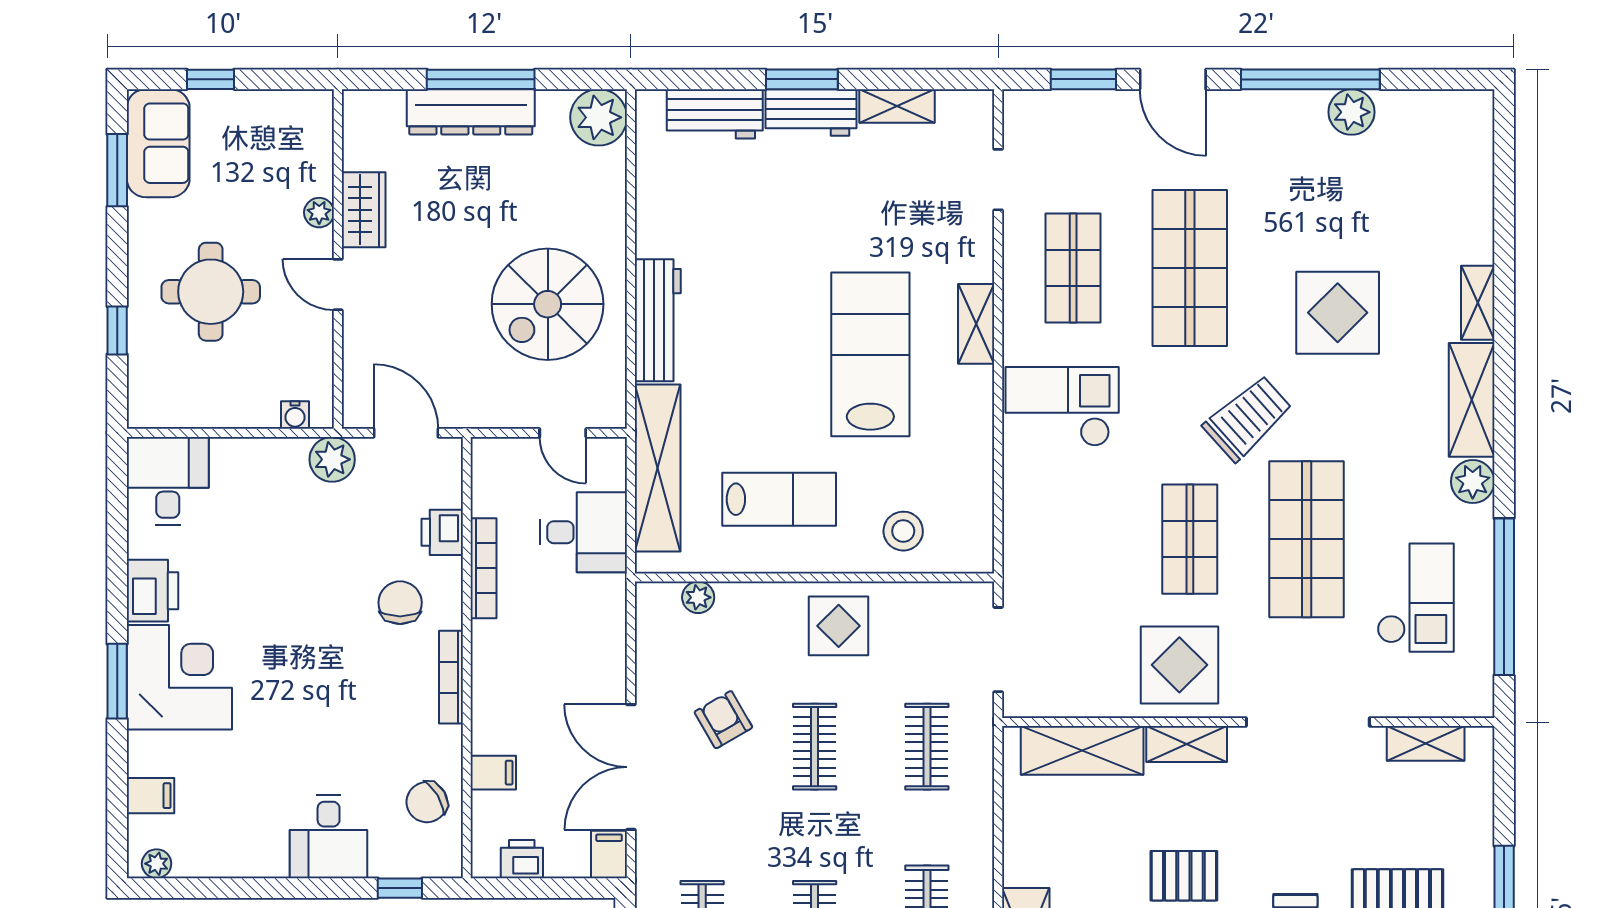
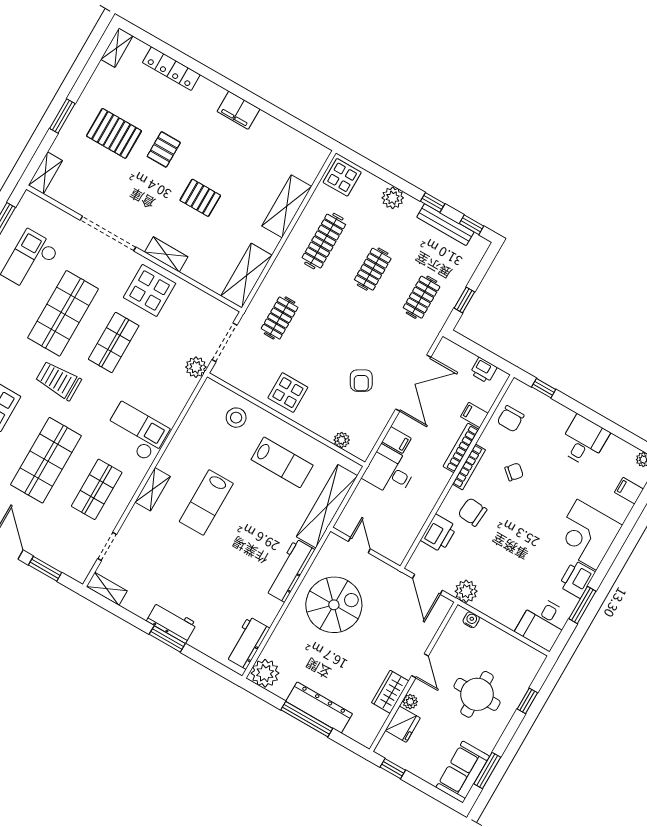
window: (211, 79) -> (393, 769), moved
shelving: (897, 106) -> (107, 589), moved
workbench: (715, 114) -> (247, 643), moved, turned -90
fridge: (310, 166) -> (403, 724), added
lab bench: (870, 354) -> (206, 502), width x0.73, depth x0.72
checkout: (1062, 407) -> (136, 432), turned 180
trolley: (1248, 418) -> (58, 381), turned 42
lab bench: (779, 499) -> (282, 462), turned 180
printer: (442, 532) -> (439, 533), width x1.36, depth x1.24
desk: (584, 532) -> (390, 471), moved
bookcase: (484, 568) -> (461, 448), moved
plant: (1023, 578) -> (196, 367), added
chair: (400, 603) -> (472, 512), turned 95
window: (117, 681) -> (582, 605), moved
chair: (368, 714) -> (514, 472), added
shelving: (1426, 743) -> (45, 173), moved, turned 90
clothes rail: (815, 747) -> (328, 346), removed
shelving: (1082, 750) -> (246, 276), moved, turned 90
chair: (427, 802) -> (511, 419), turned 121
desk: (329, 837) -> (584, 441), moved
filing cabinet: (609, 854) -> (397, 440), moved, turned -90

